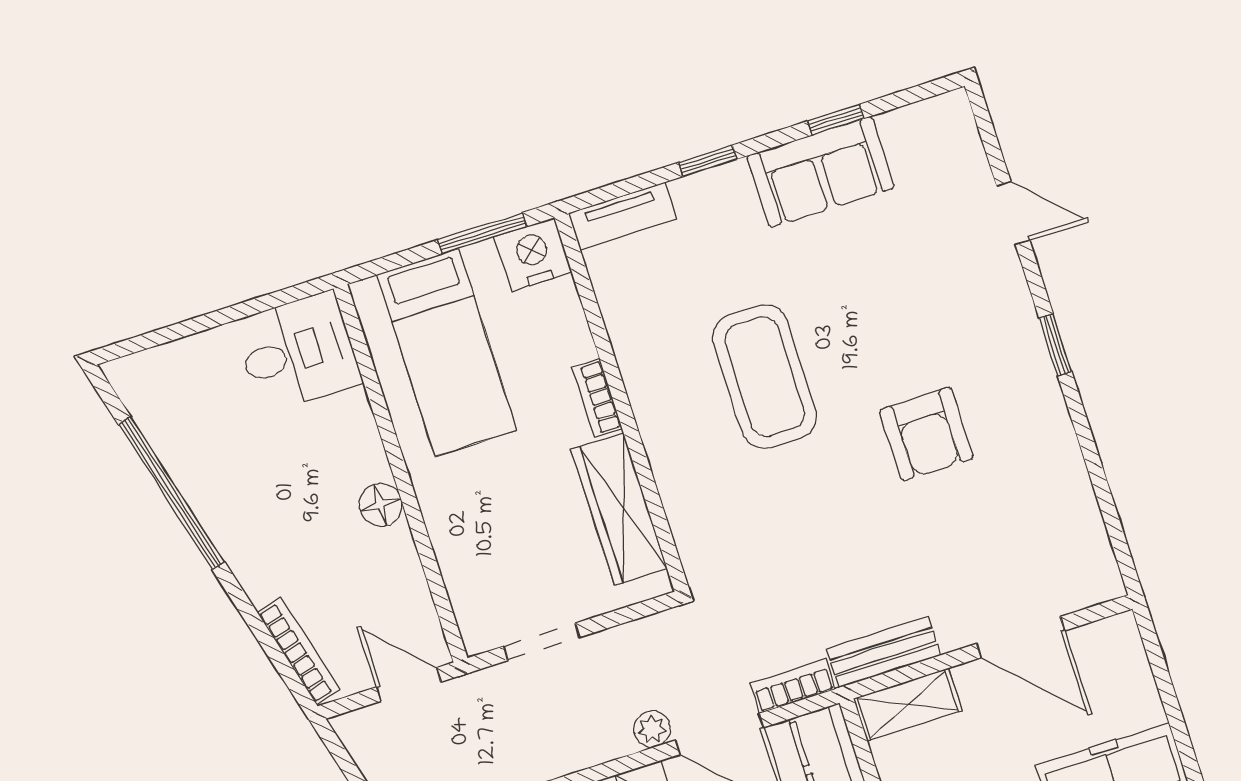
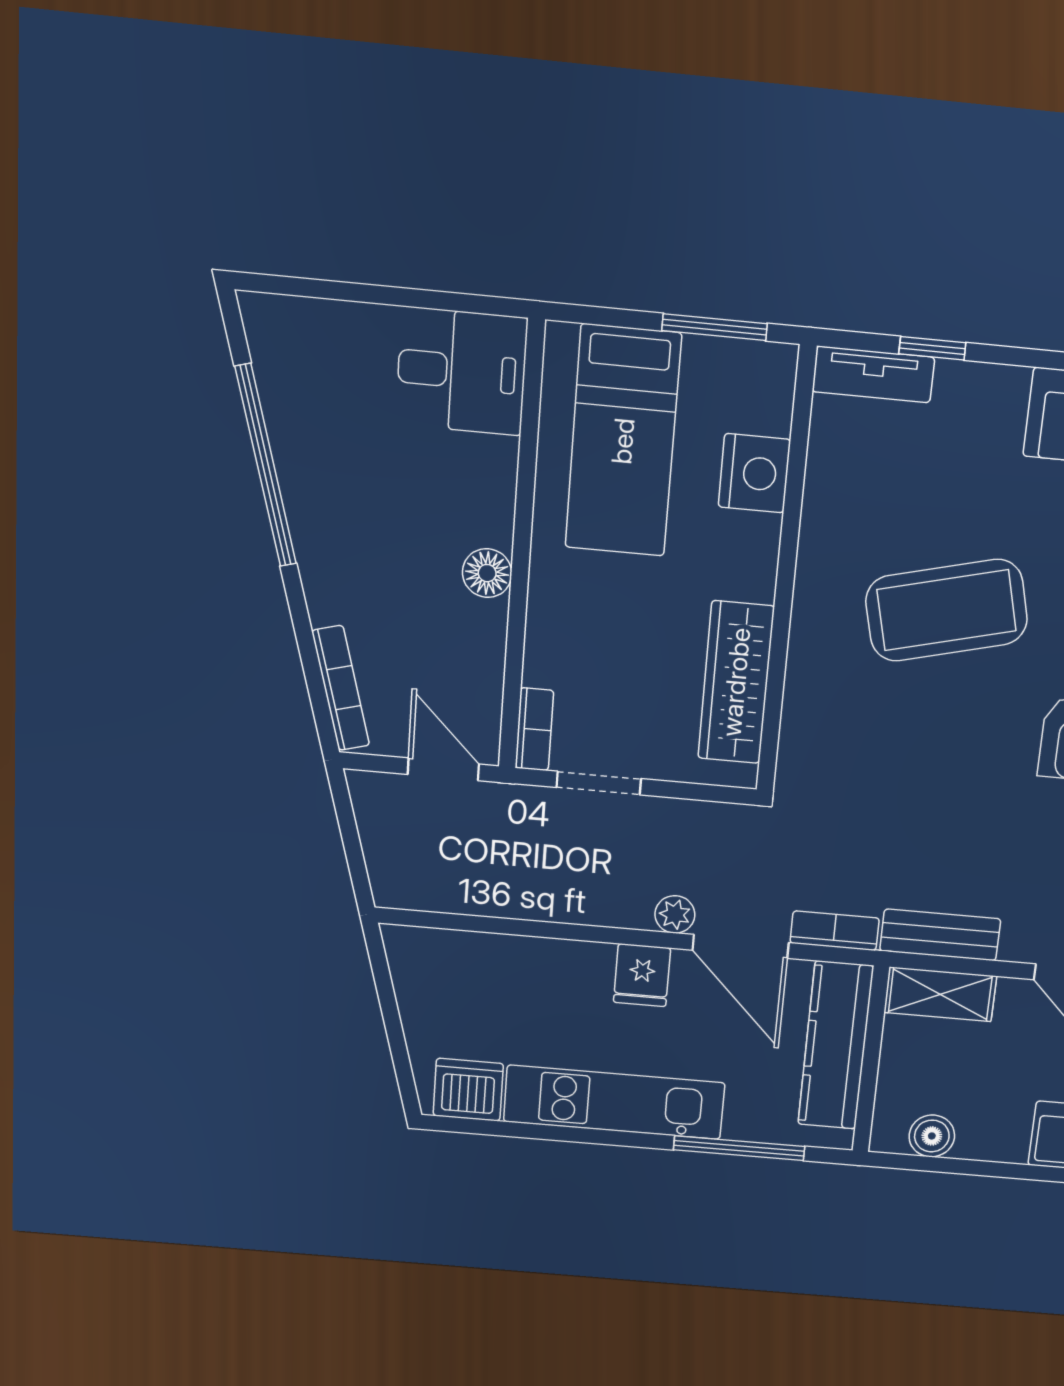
window: (708, 161) -> (932, 348), moved
nightstand: (533, 254) -> (754, 473), moved, turned 90
coffee table: (765, 377) -> (946, 610), turned 76
bookcase: (597, 398) -> (534, 729), moved, turned 180

